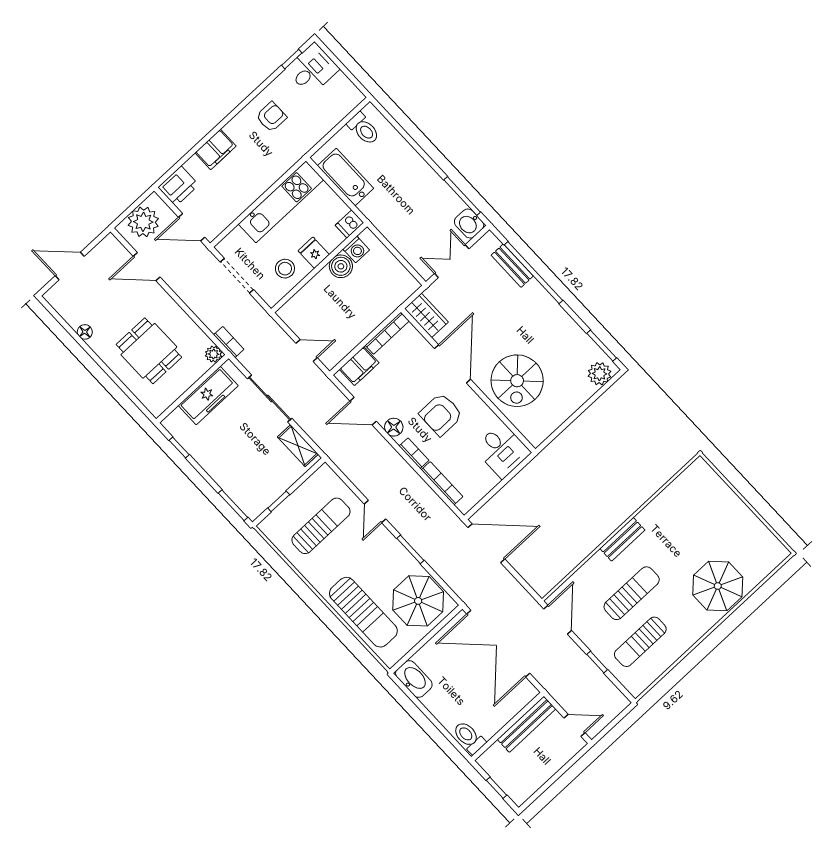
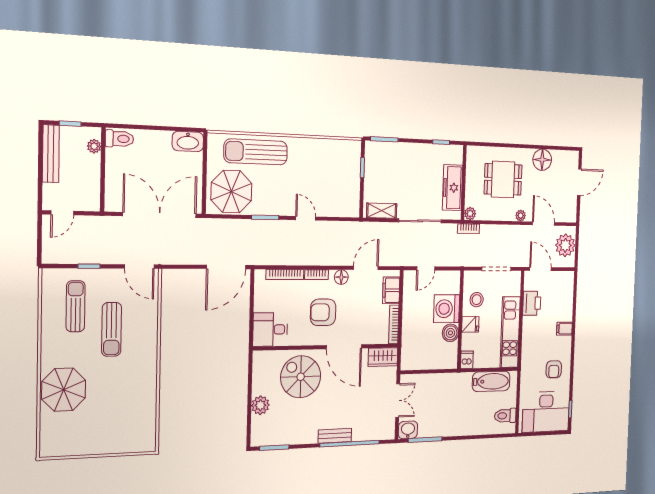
desk: (312, 69) -> (546, 412), width x1.87, depth x1.30
filing cabinet: (215, 149) -> (564, 329), width x0.50
printer: (178, 186) -> (532, 303), moved, turned 180
door: (192, 227) -> (540, 269), hinge flipped
washing machine: (356, 250) -> (447, 309), moved, width x1.89, depth x1.89
bench: (512, 266) -> (335, 436), moved
door: (147, 267) -> (543, 224), hinge flipped
plant: (163, 299) -> (521, 216), added
floor lamp: (85, 332) -> (542, 160), width x1.89, depth x1.89
plant: (600, 374) -> (260, 405), moved
armchair: (441, 414) -> (323, 312), turned -90
sun lounger: (321, 526) -> (327, 178), removed
bench: (622, 539) -> (150, 355), removed
bench: (527, 724) -> (51, 154), moved
plant: (496, 752) -> (94, 146), added

